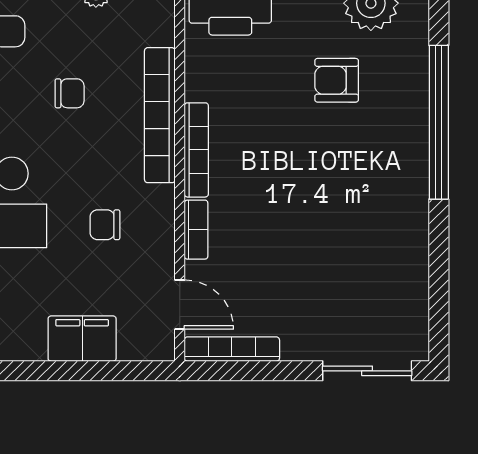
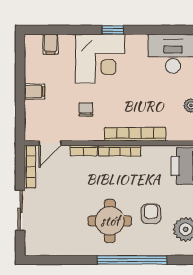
chair: (70, 93) -> (145, 94), removed
round table: (352, 172) -> (110, 221), added
filing cabinet: (82, 339) -> (35, 92), width x0.50
sliding door: (367, 371) -> (20, 210), moved

